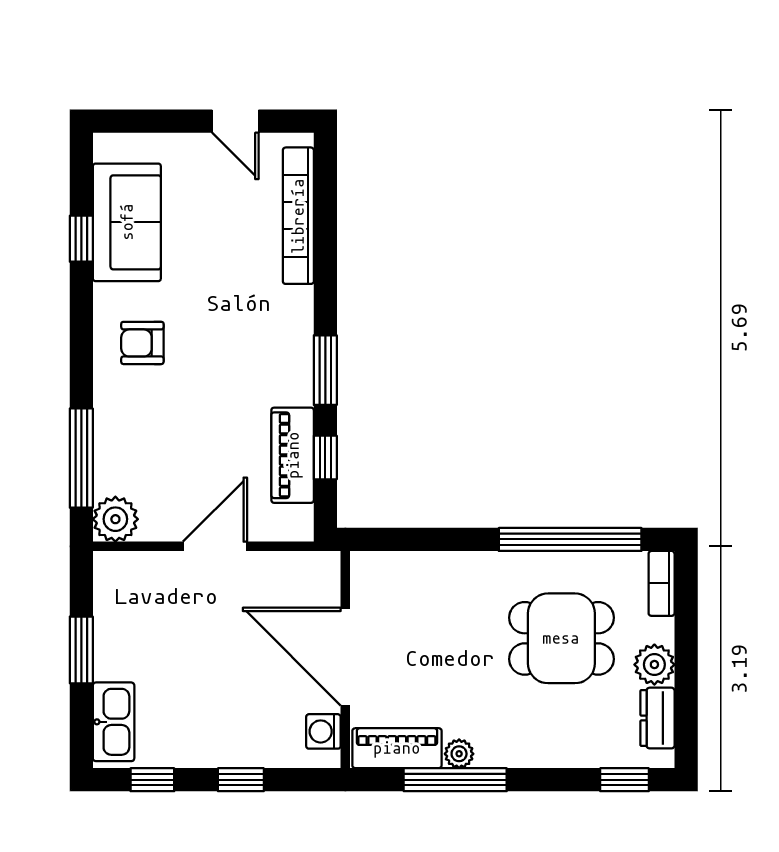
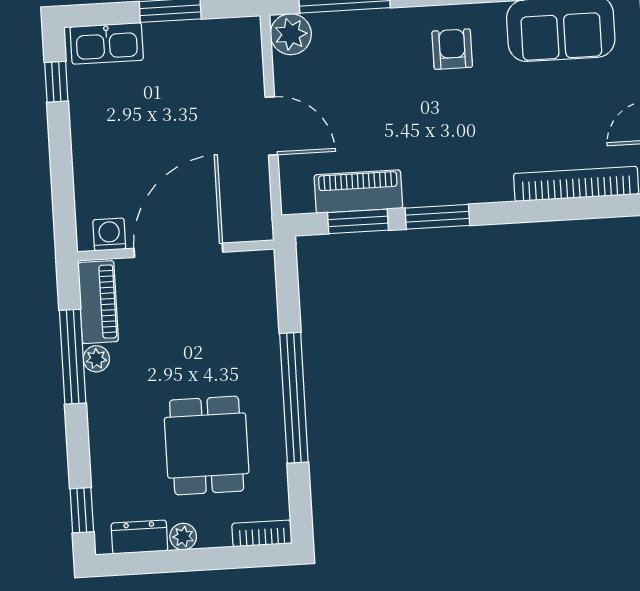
window: (325, 458) -> (358, 221), width x1.50
window: (570, 539) -> (294, 398), moved
plant: (654, 665) -> (183, 537), width x0.73, depth x0.73
window: (241, 780) -> (61, 162), removed

